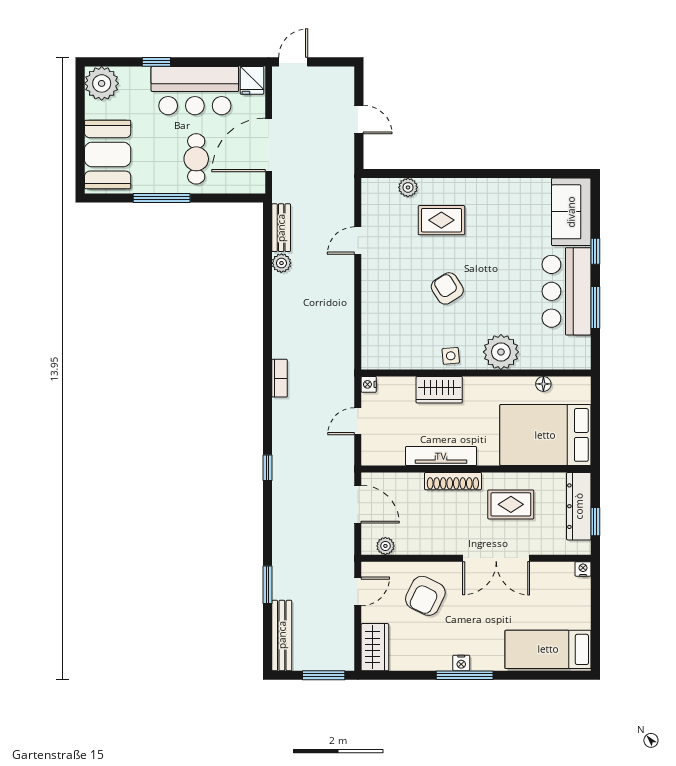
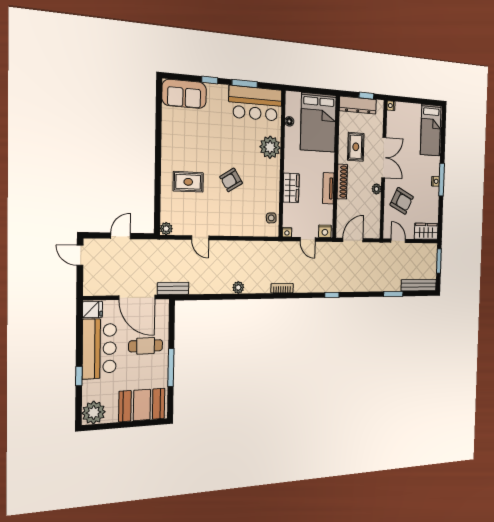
door: (293, 62) -> (80, 255), moved
plant: (408, 187) -> (166, 229), moved
rug: (441, 220) -> (188, 182), turned 90
bench: (281, 228) -> (173, 288), moved
plant: (281, 263) -> (238, 287), moved
bar counter: (567, 291) -> (255, 103), moved
side table: (451, 356) -> (271, 218), moved
nightstand: (371, 452) -> (325, 231), added
tv unit: (441, 456) -> (328, 188), width x0.71
plant: (385, 546) -> (376, 189), moved

